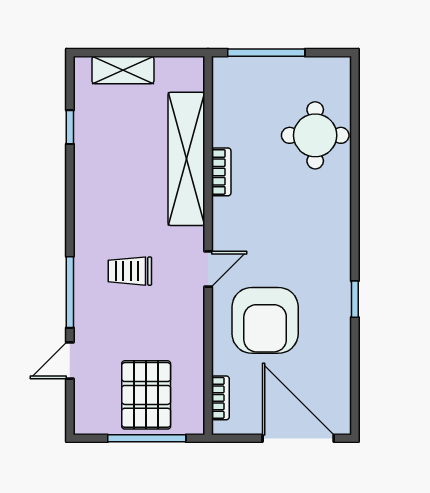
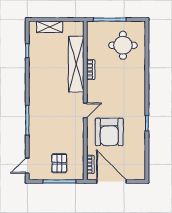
round table: (315, 135) -> (123, 45), moved
trolley: (130, 271) -> (52, 111), removed
door: (70, 361) -> (27, 166), moved
pallet: (146, 395) -> (59, 163), width x0.67, depth x0.71
door: (298, 438) -> (111, 181), moved

